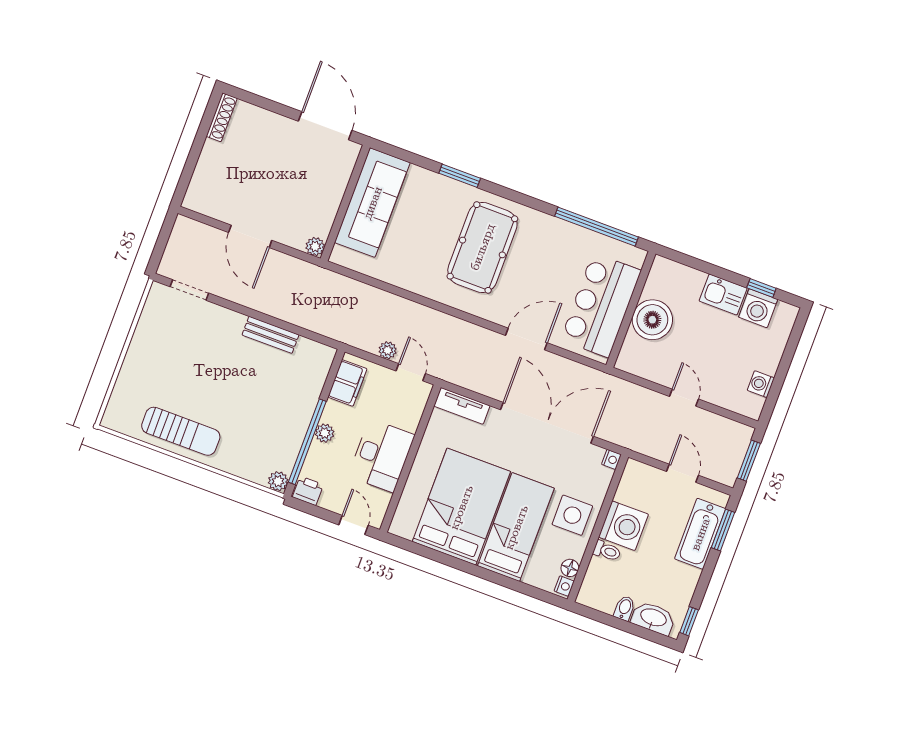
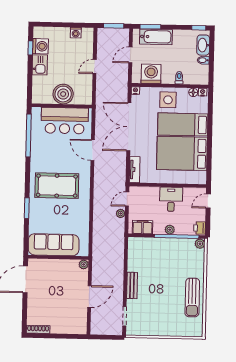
bench: (271, 335) -> (132, 285), moved
sun lounger: (181, 431) -> (192, 297), turned 180
desk: (381, 456) -> (171, 199), width x0.73
washing machine: (623, 526) -> (151, 74), moved

